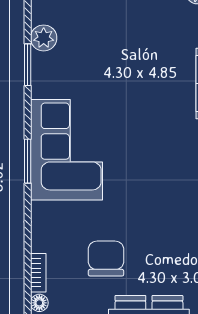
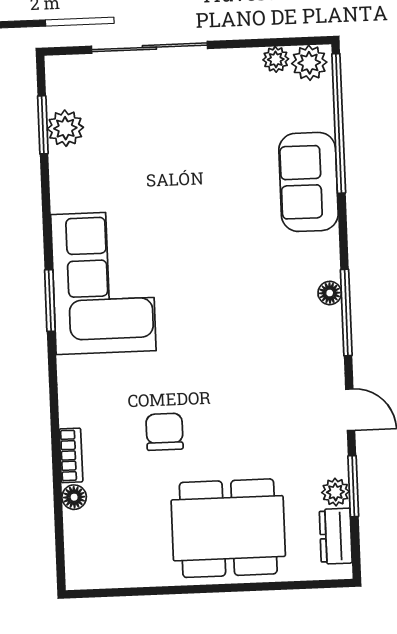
window: (28, 65) -> (43, 125), moved
chair: (106, 259) -> (165, 432), width x0.73, depth x0.73

